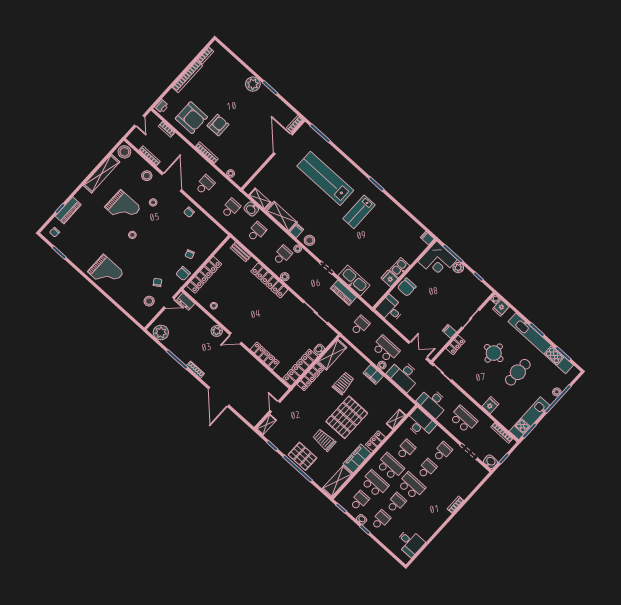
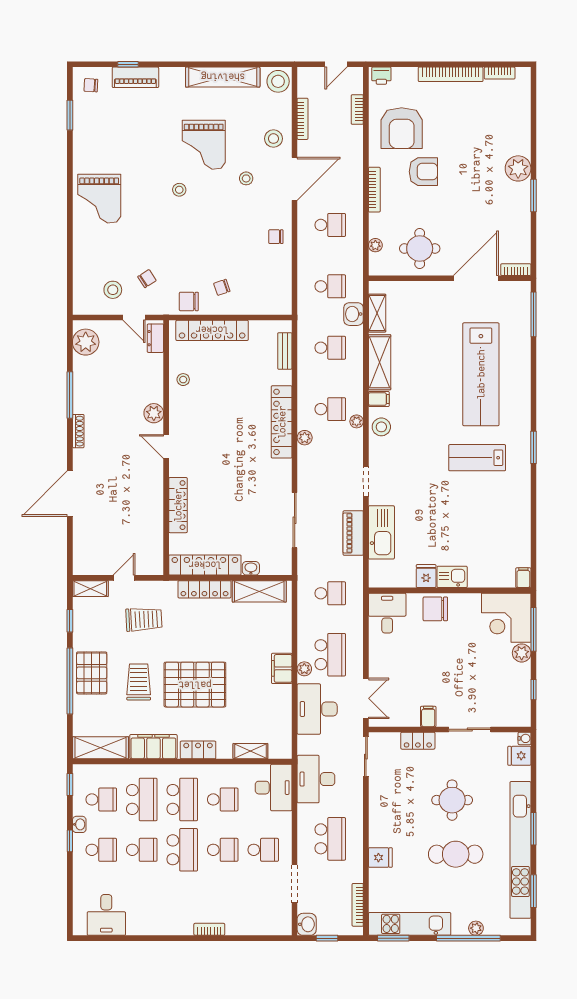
round table: (249, 156) -> (420, 249), added
lab bench: (325, 178) -> (481, 374), turned 180
trolley: (343, 383) -> (144, 619), moved

